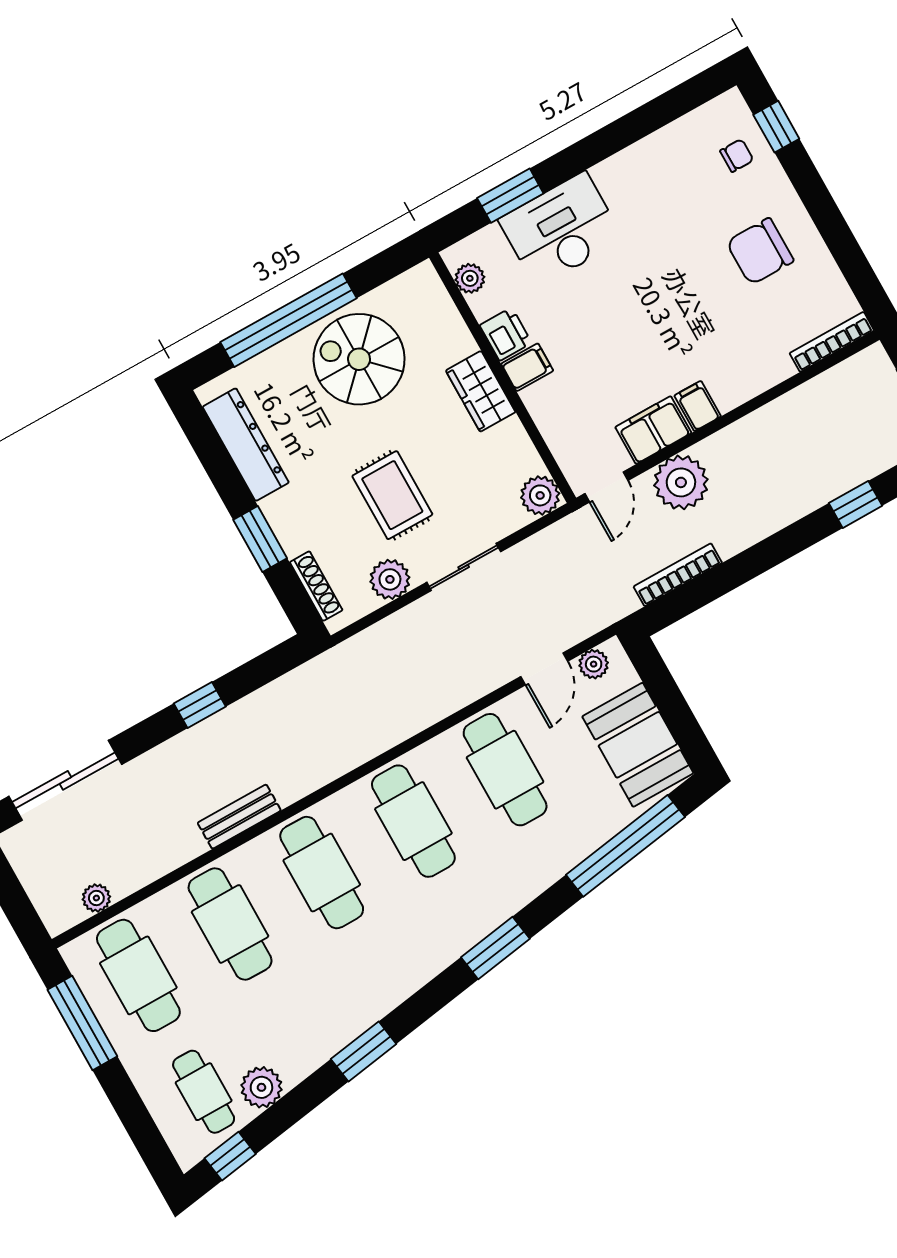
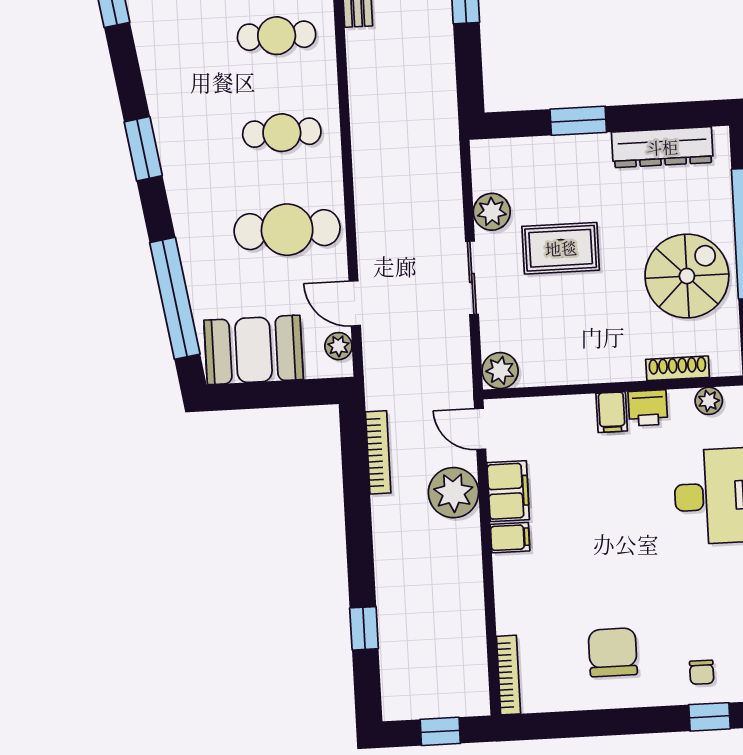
wardrobe: (481, 391) -> (611, 364), removed
shoe rack: (316, 586) -> (678, 368), moved, turned 180
cafe table: (413, 821) -> (282, 133), width x0.73, depth x0.74
cafe table: (322, 873) -> (277, 36), width x0.73, depth x0.74

